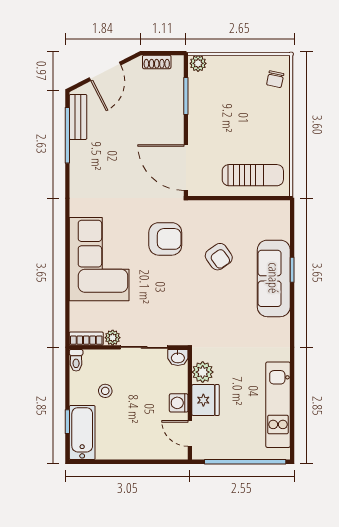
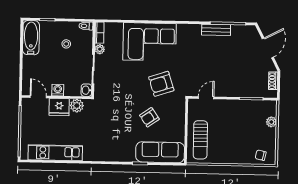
plant: (198, 63) -> (271, 122), moved
door: (105, 71) -> (268, 48), swing flipped
bench: (78, 117) -> (216, 30), moved
door: (186, 168) -> (206, 98), width x0.53
armchair: (165, 239) -> (161, 84), turned 72
sofa: (274, 278) -> (160, 152), moved
bathtub: (82, 433) -> (31, 38), moved, turned -90
door: (190, 433) -> (38, 97), hinge flipped

